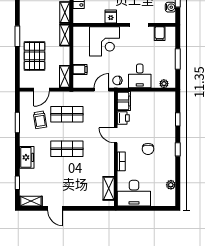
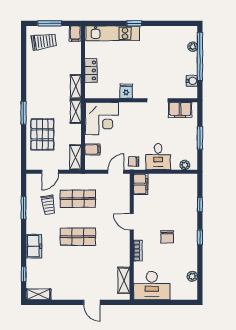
filing cabinet: (160, 34) -> (180, 110), width x2.00
corner desk: (104, 41) -> (102, 119), moved
printer: (123, 118) -> (140, 203), removed
door: (55, 208) -> (92, 302), moved

